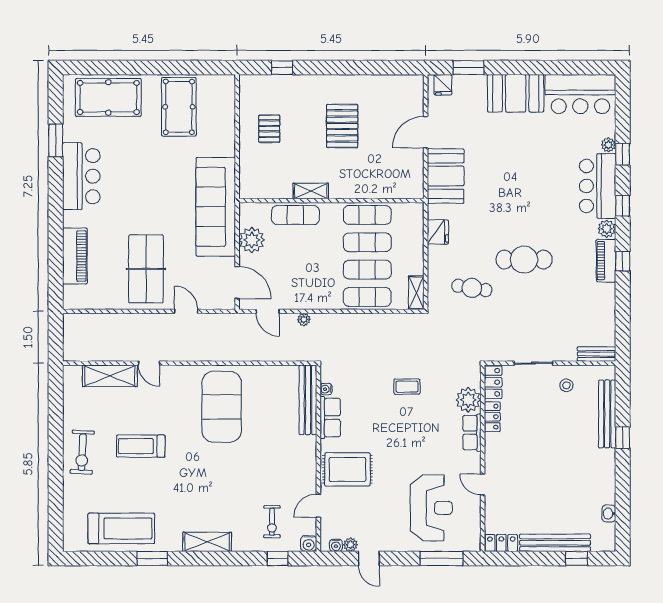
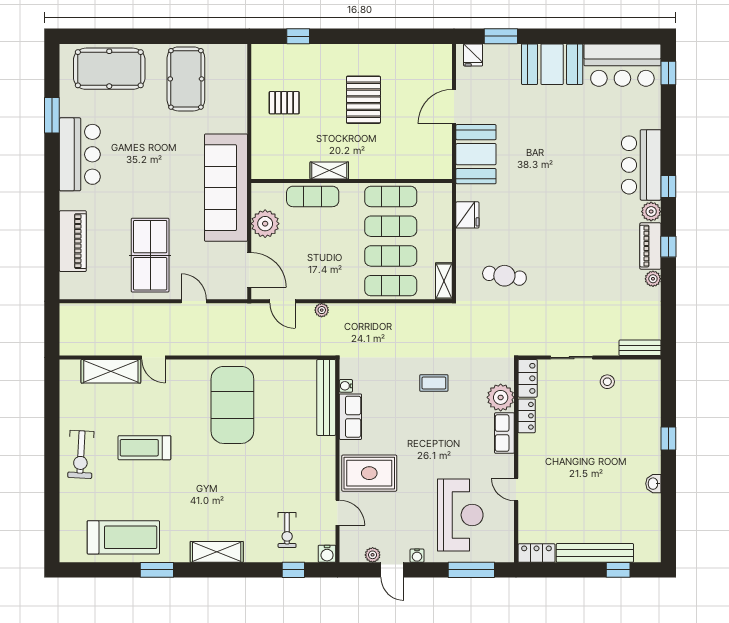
pallet: (269, 129) -> (284, 103), turned 90
plant: (608, 145) -> (653, 279), moved
window: (623, 154) -> (668, 73), moved
cafe table: (524, 260) -> (561, 245), removed
bench: (607, 414) -> (652, 413), removed
door: (318, 506) -> (338, 513), swing flipped
washbasin: (609, 514) -> (653, 484), moved
water cooler: (336, 545) -> (417, 556), moved

